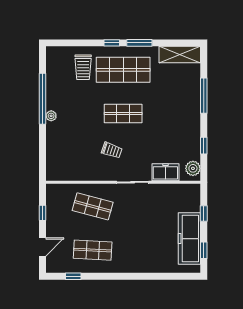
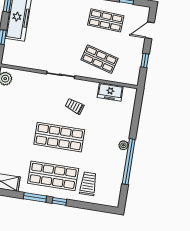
shop shelf: (123, 114) -> (59, 137), width x1.43, depth x1.36
freezer: (165, 172) -> (110, 92), moved

